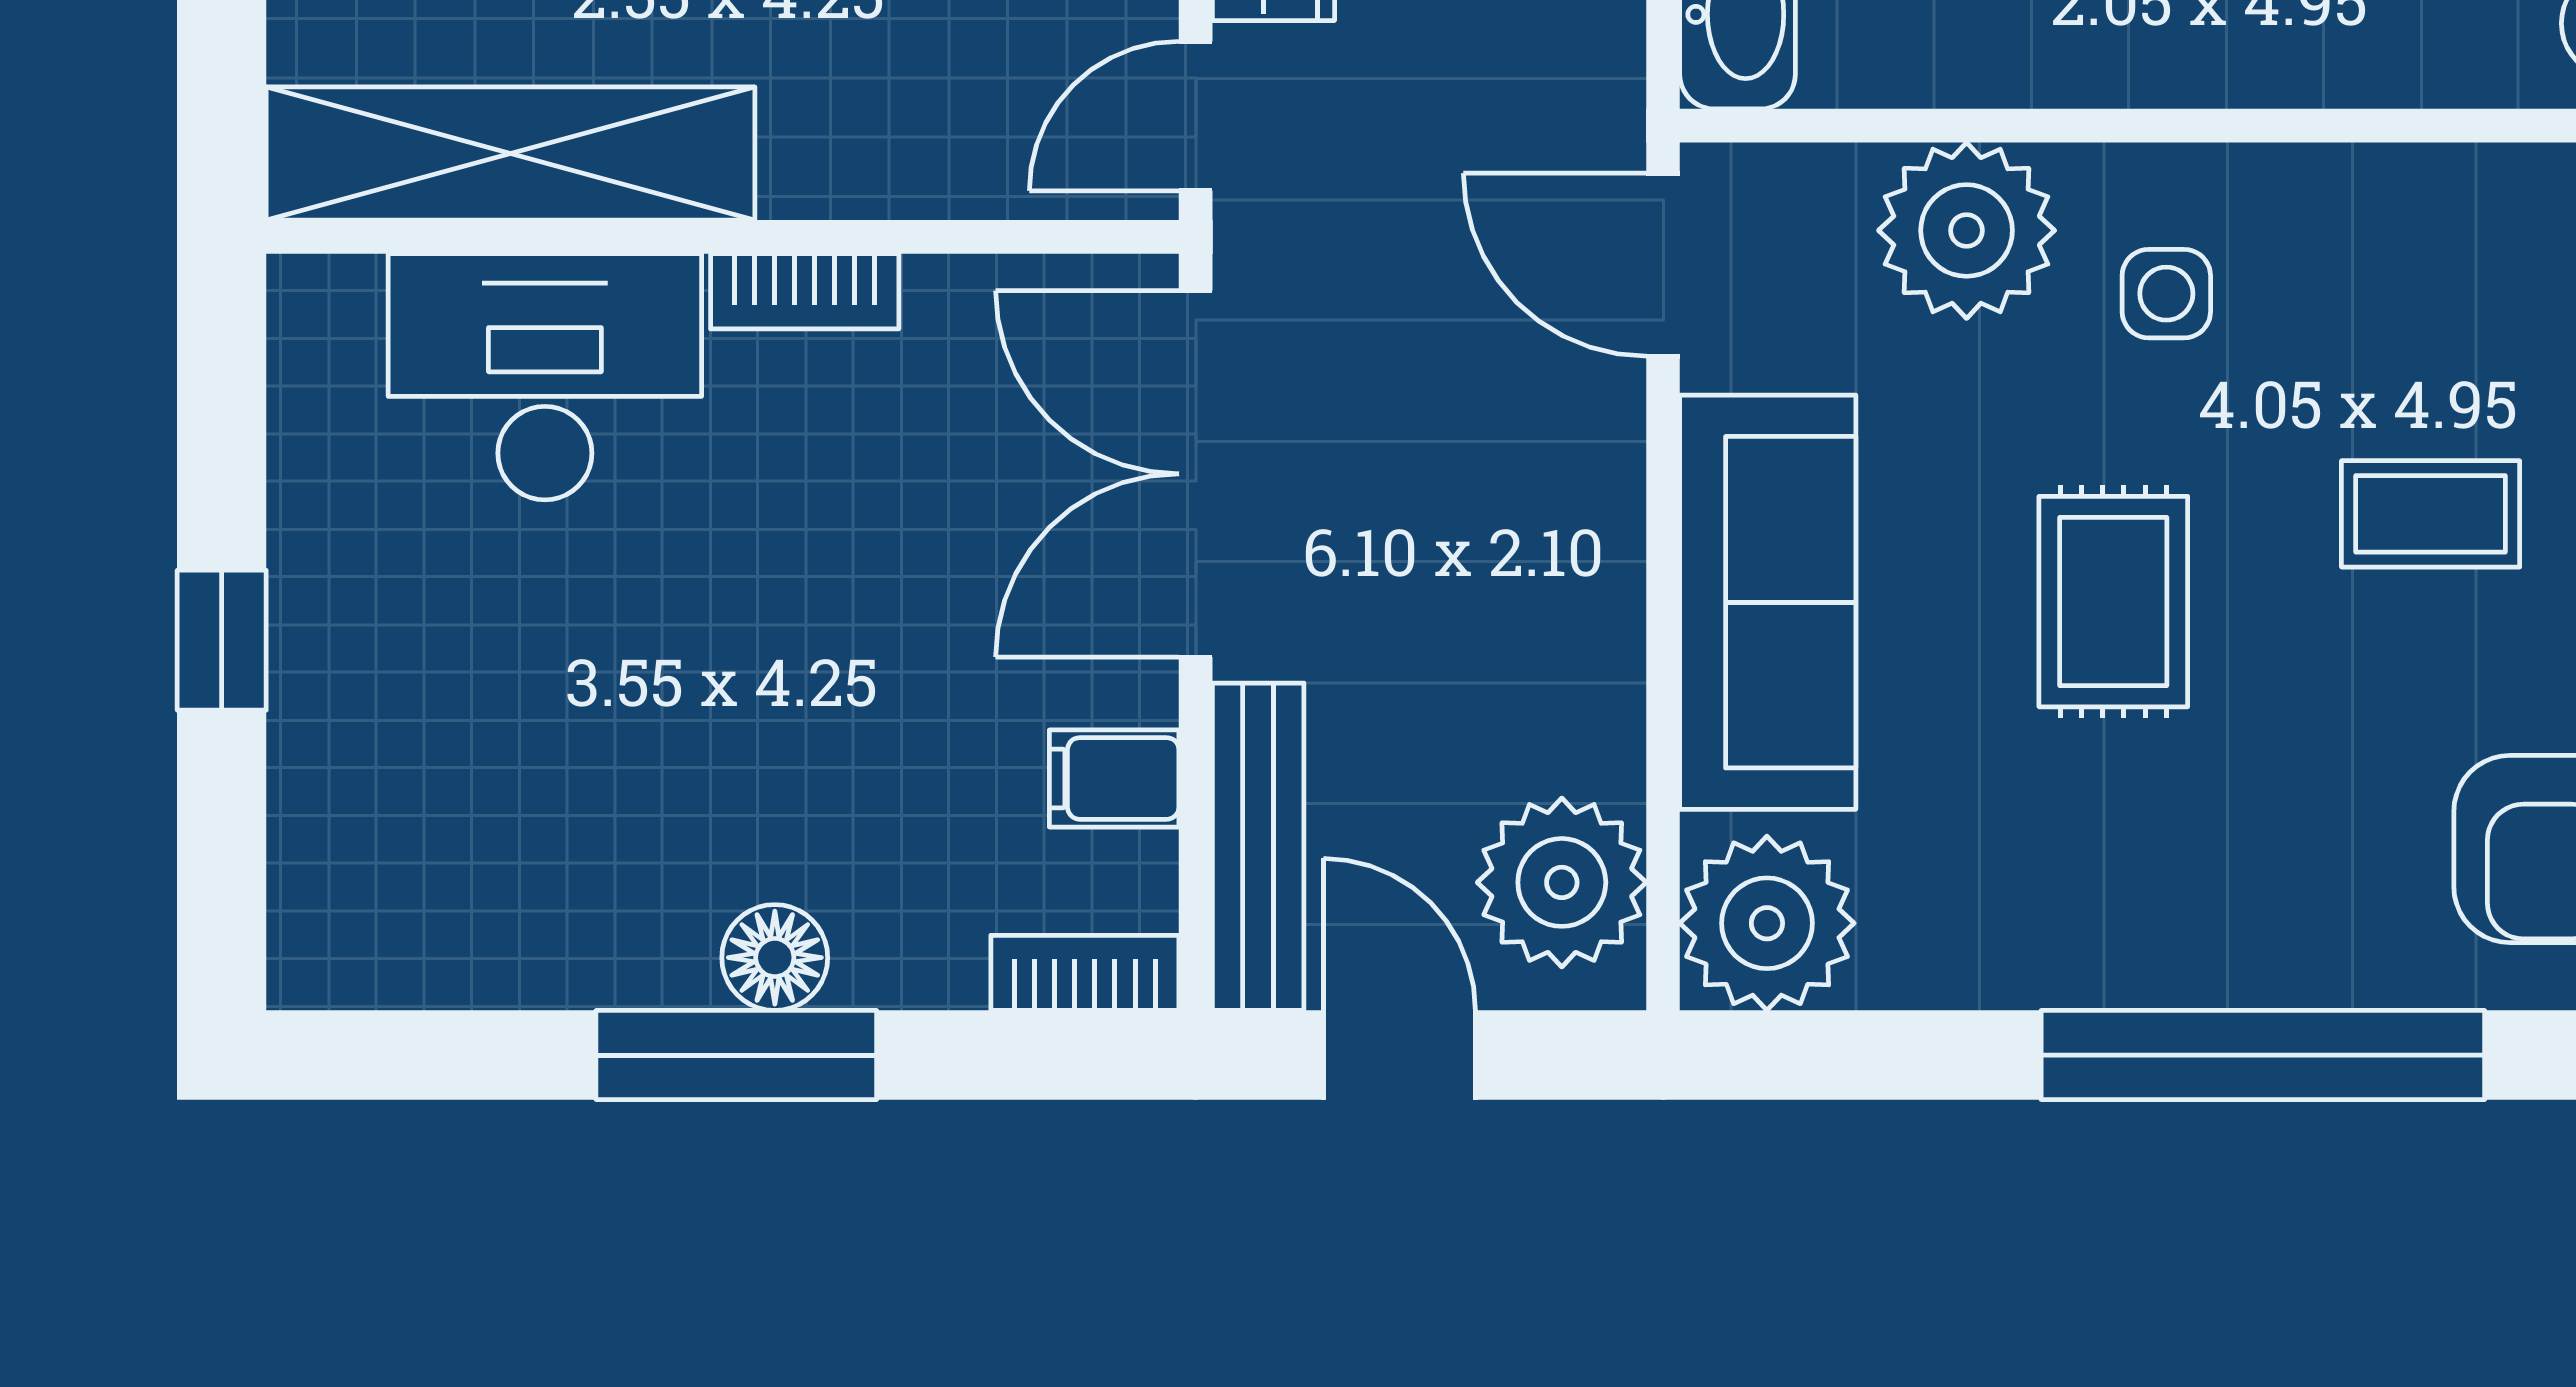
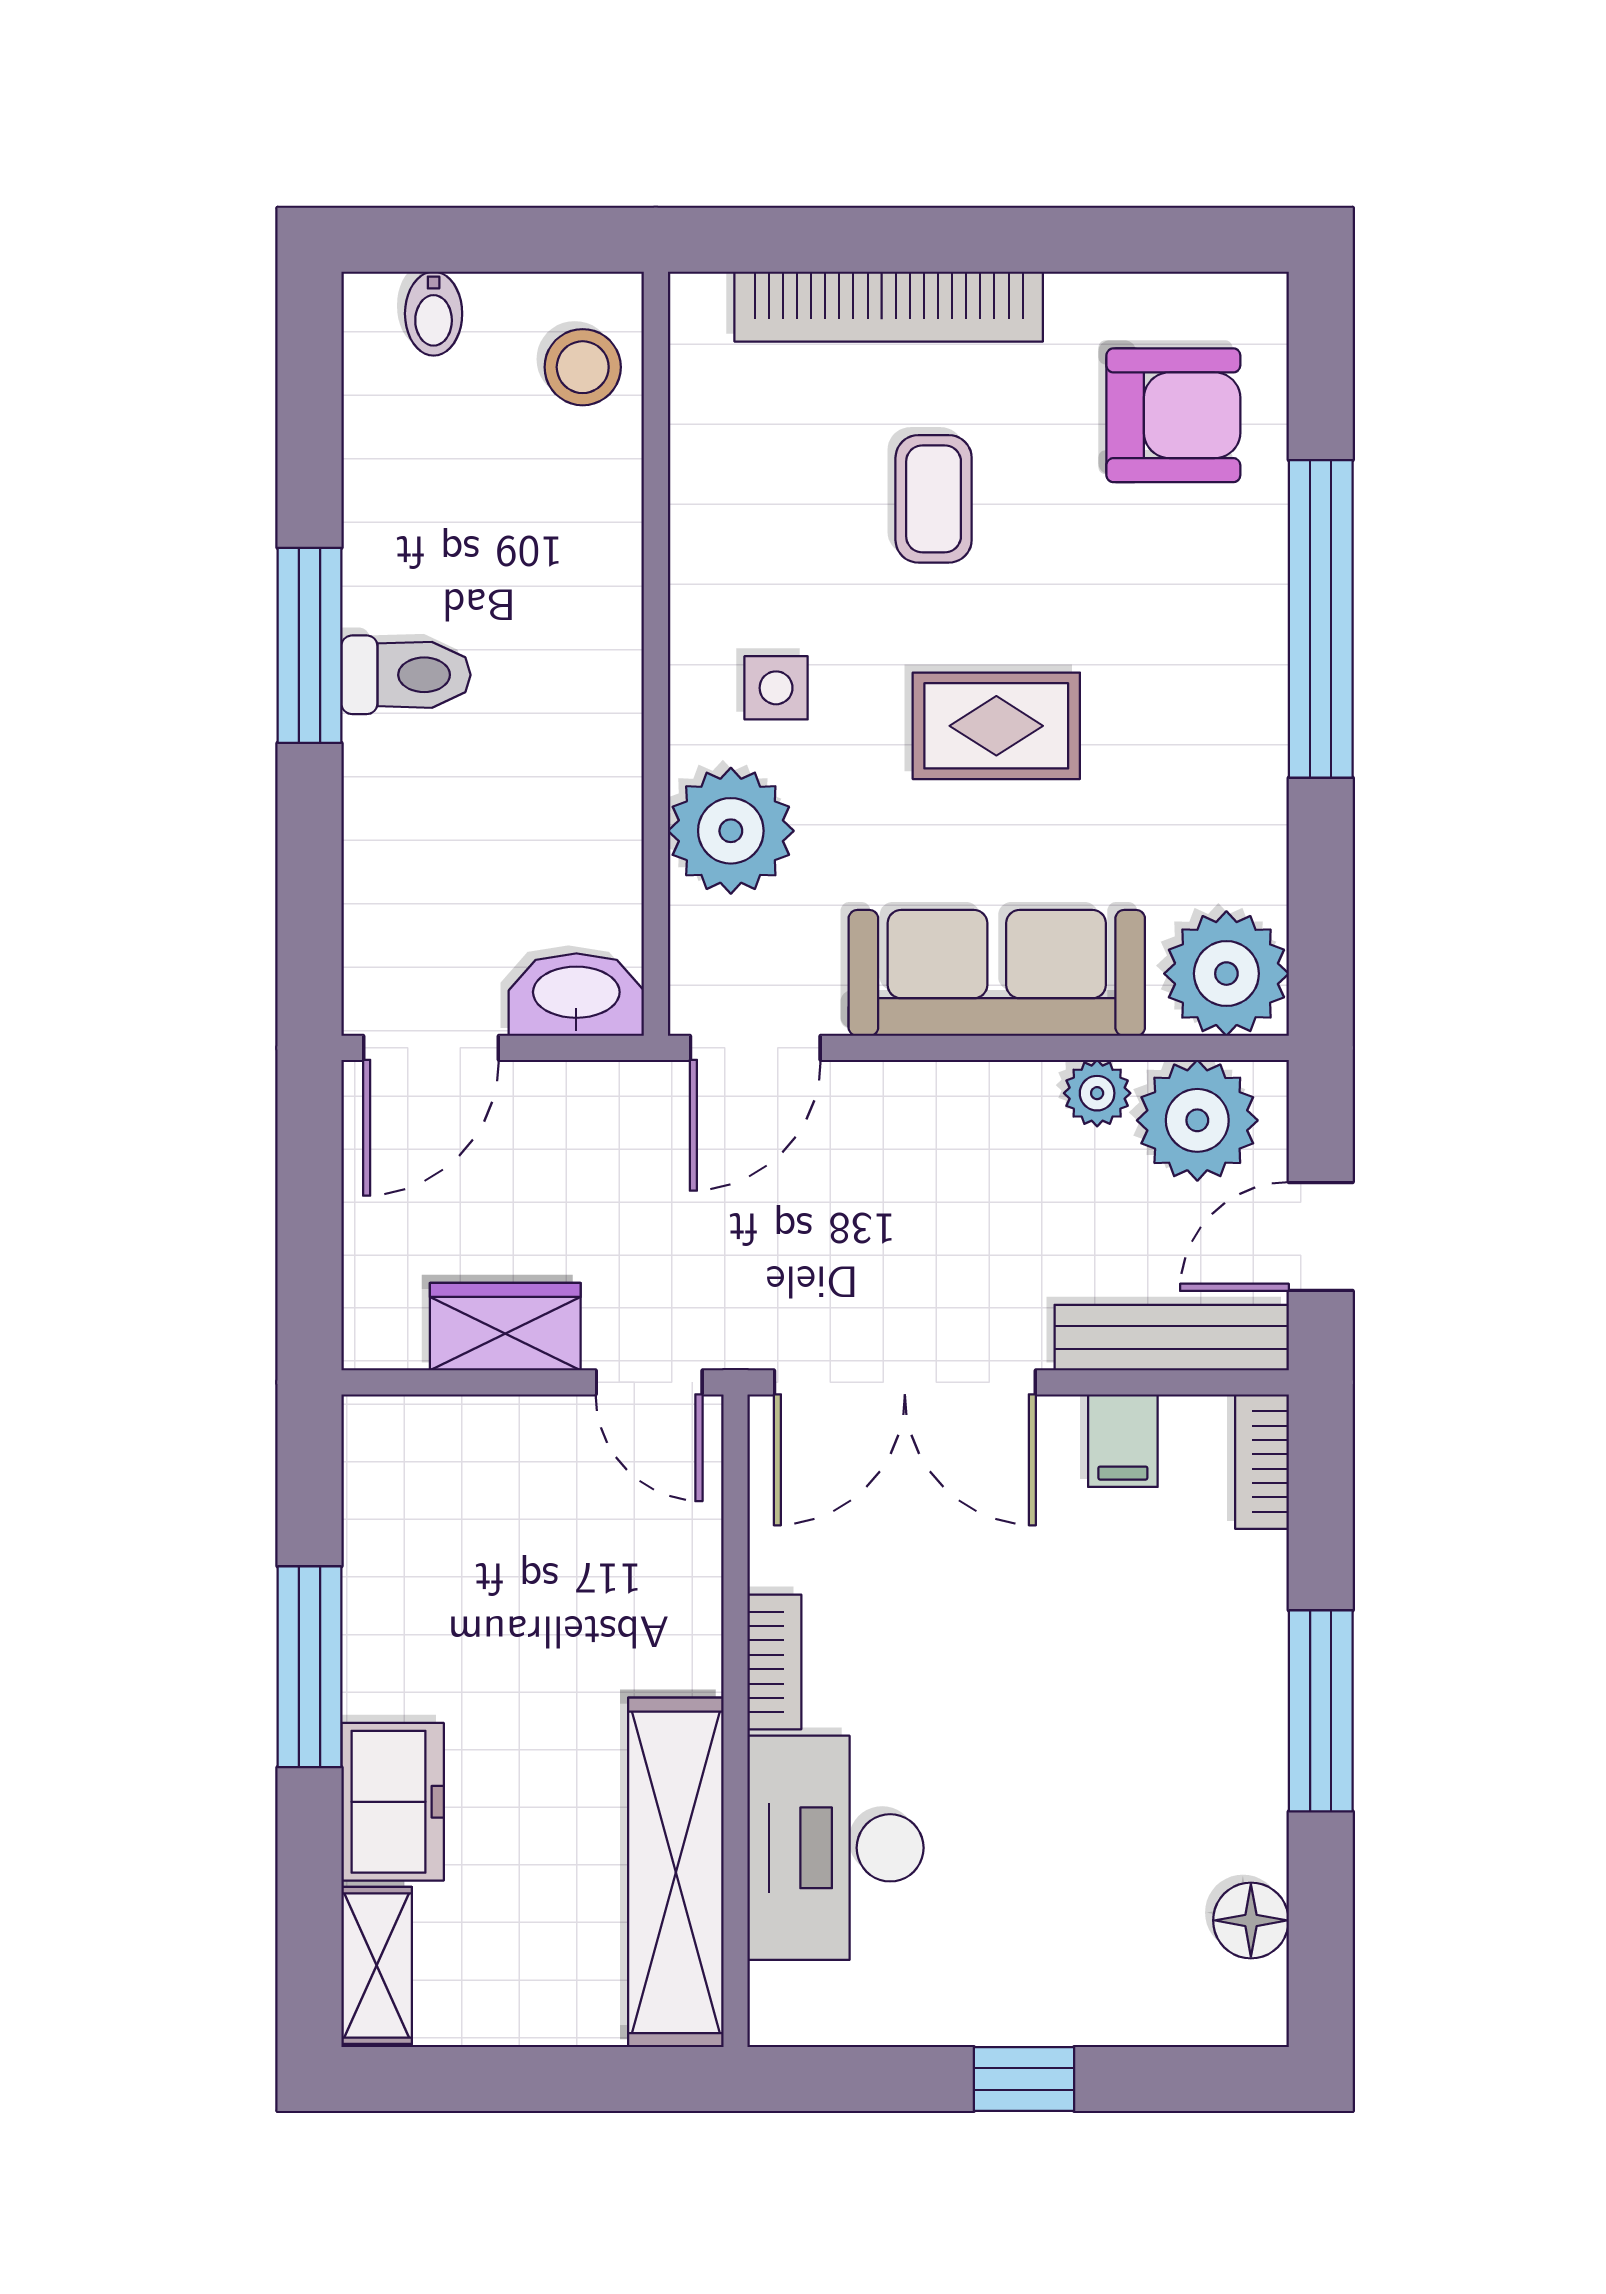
plant: (1600, 742) -> (1097, 1093), added
floor lamp: (775, 958) -> (1251, 1920), moved

